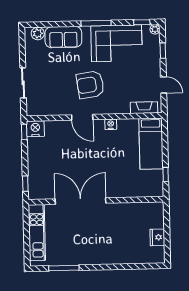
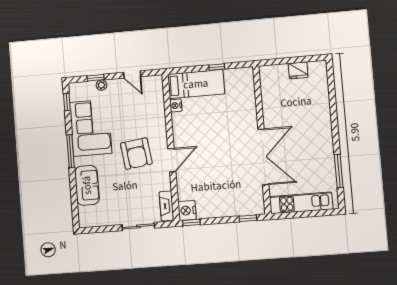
plant: (155, 29) -> (102, 85), moved
plant: (38, 33) -> (85, 213), removed
door: (164, 85) -> (132, 74), swing flipped
fireplace: (144, 108) -> (166, 206), moved
nightstand: (111, 124) -> (176, 105), moved
window: (166, 174) -> (217, 67), moved
double door: (80, 201) -> (263, 157), swing flipped

